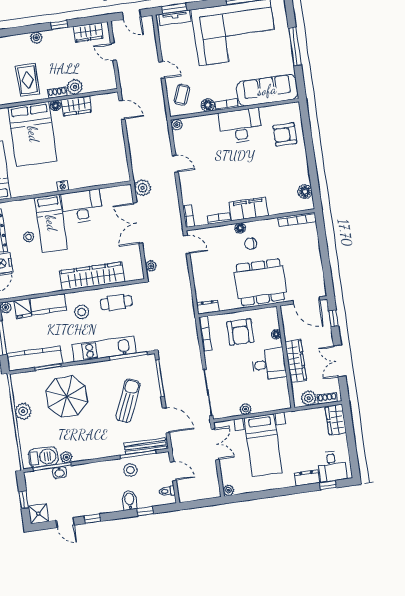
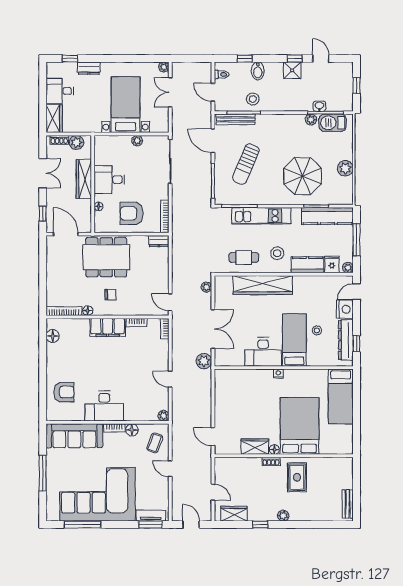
plant: (75, 87) -> (254, 464), removed
floor lamp: (240, 228) -> (88, 311), moved
armchair: (240, 332) -> (132, 213), turned -90
double door: (215, 444) -> (170, 92), moved
desk: (332, 466) -> (60, 91), moved, turned -90
shower: (38, 514) -> (292, 70), moved

